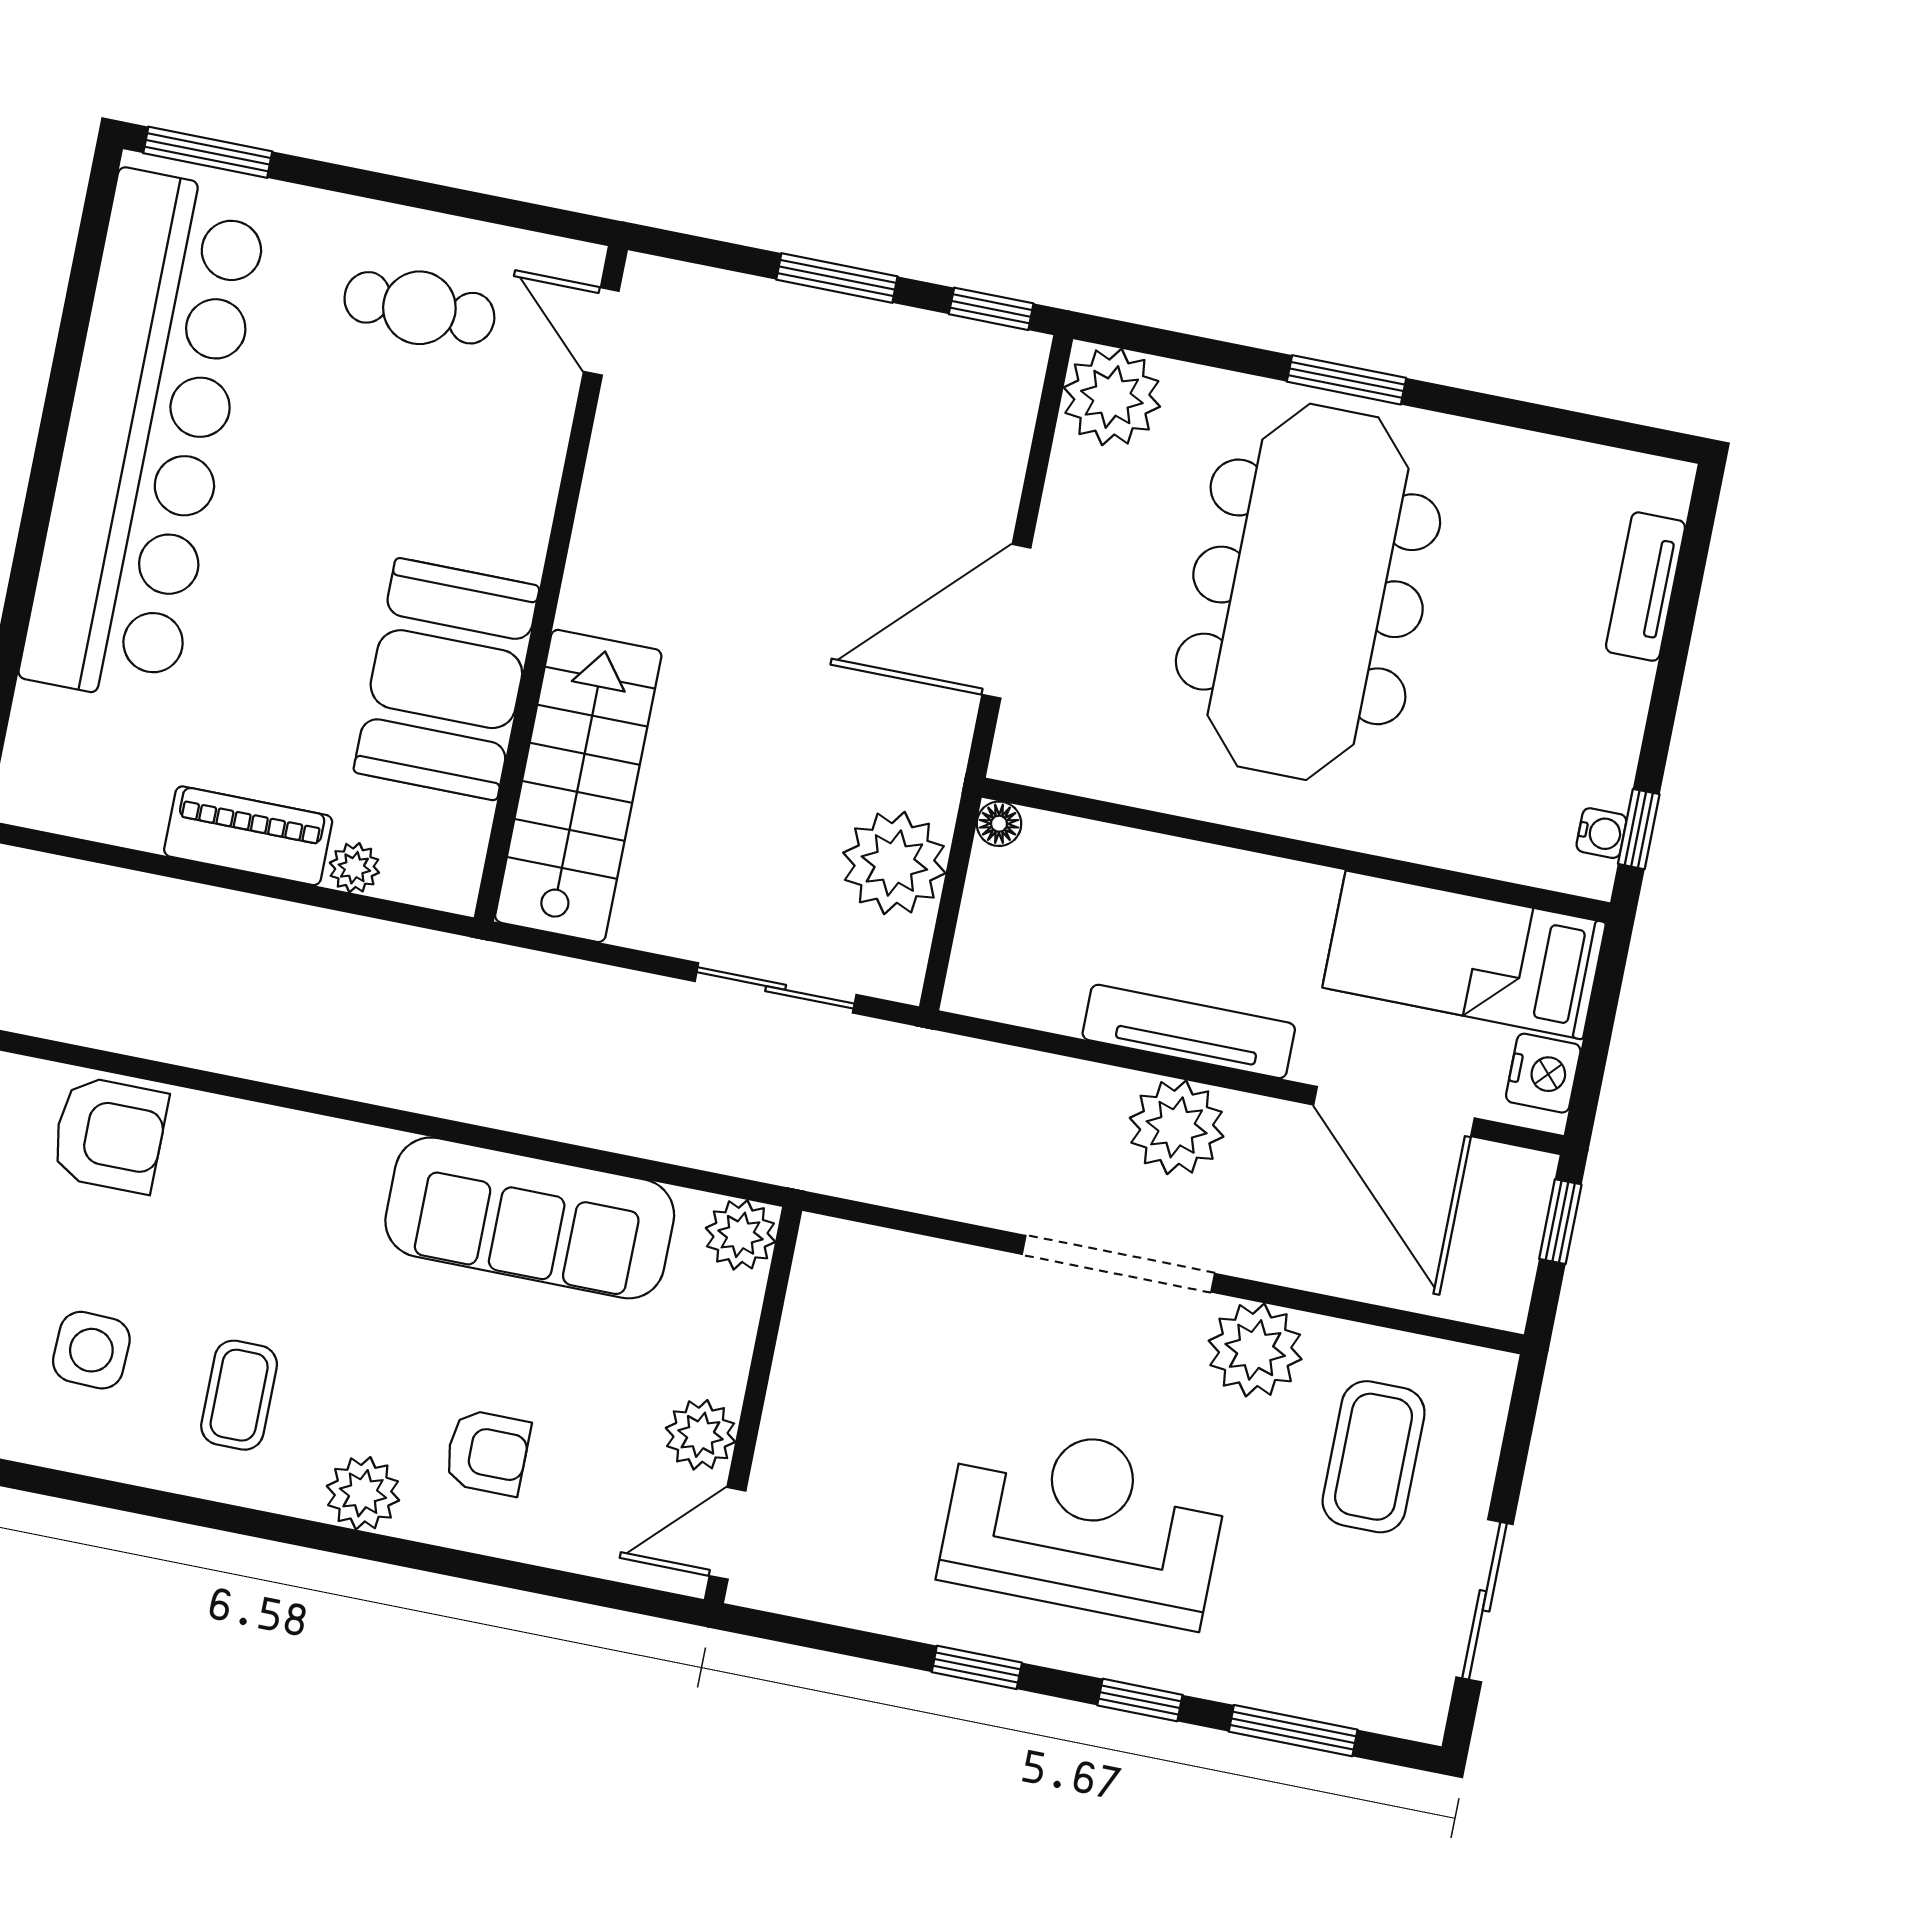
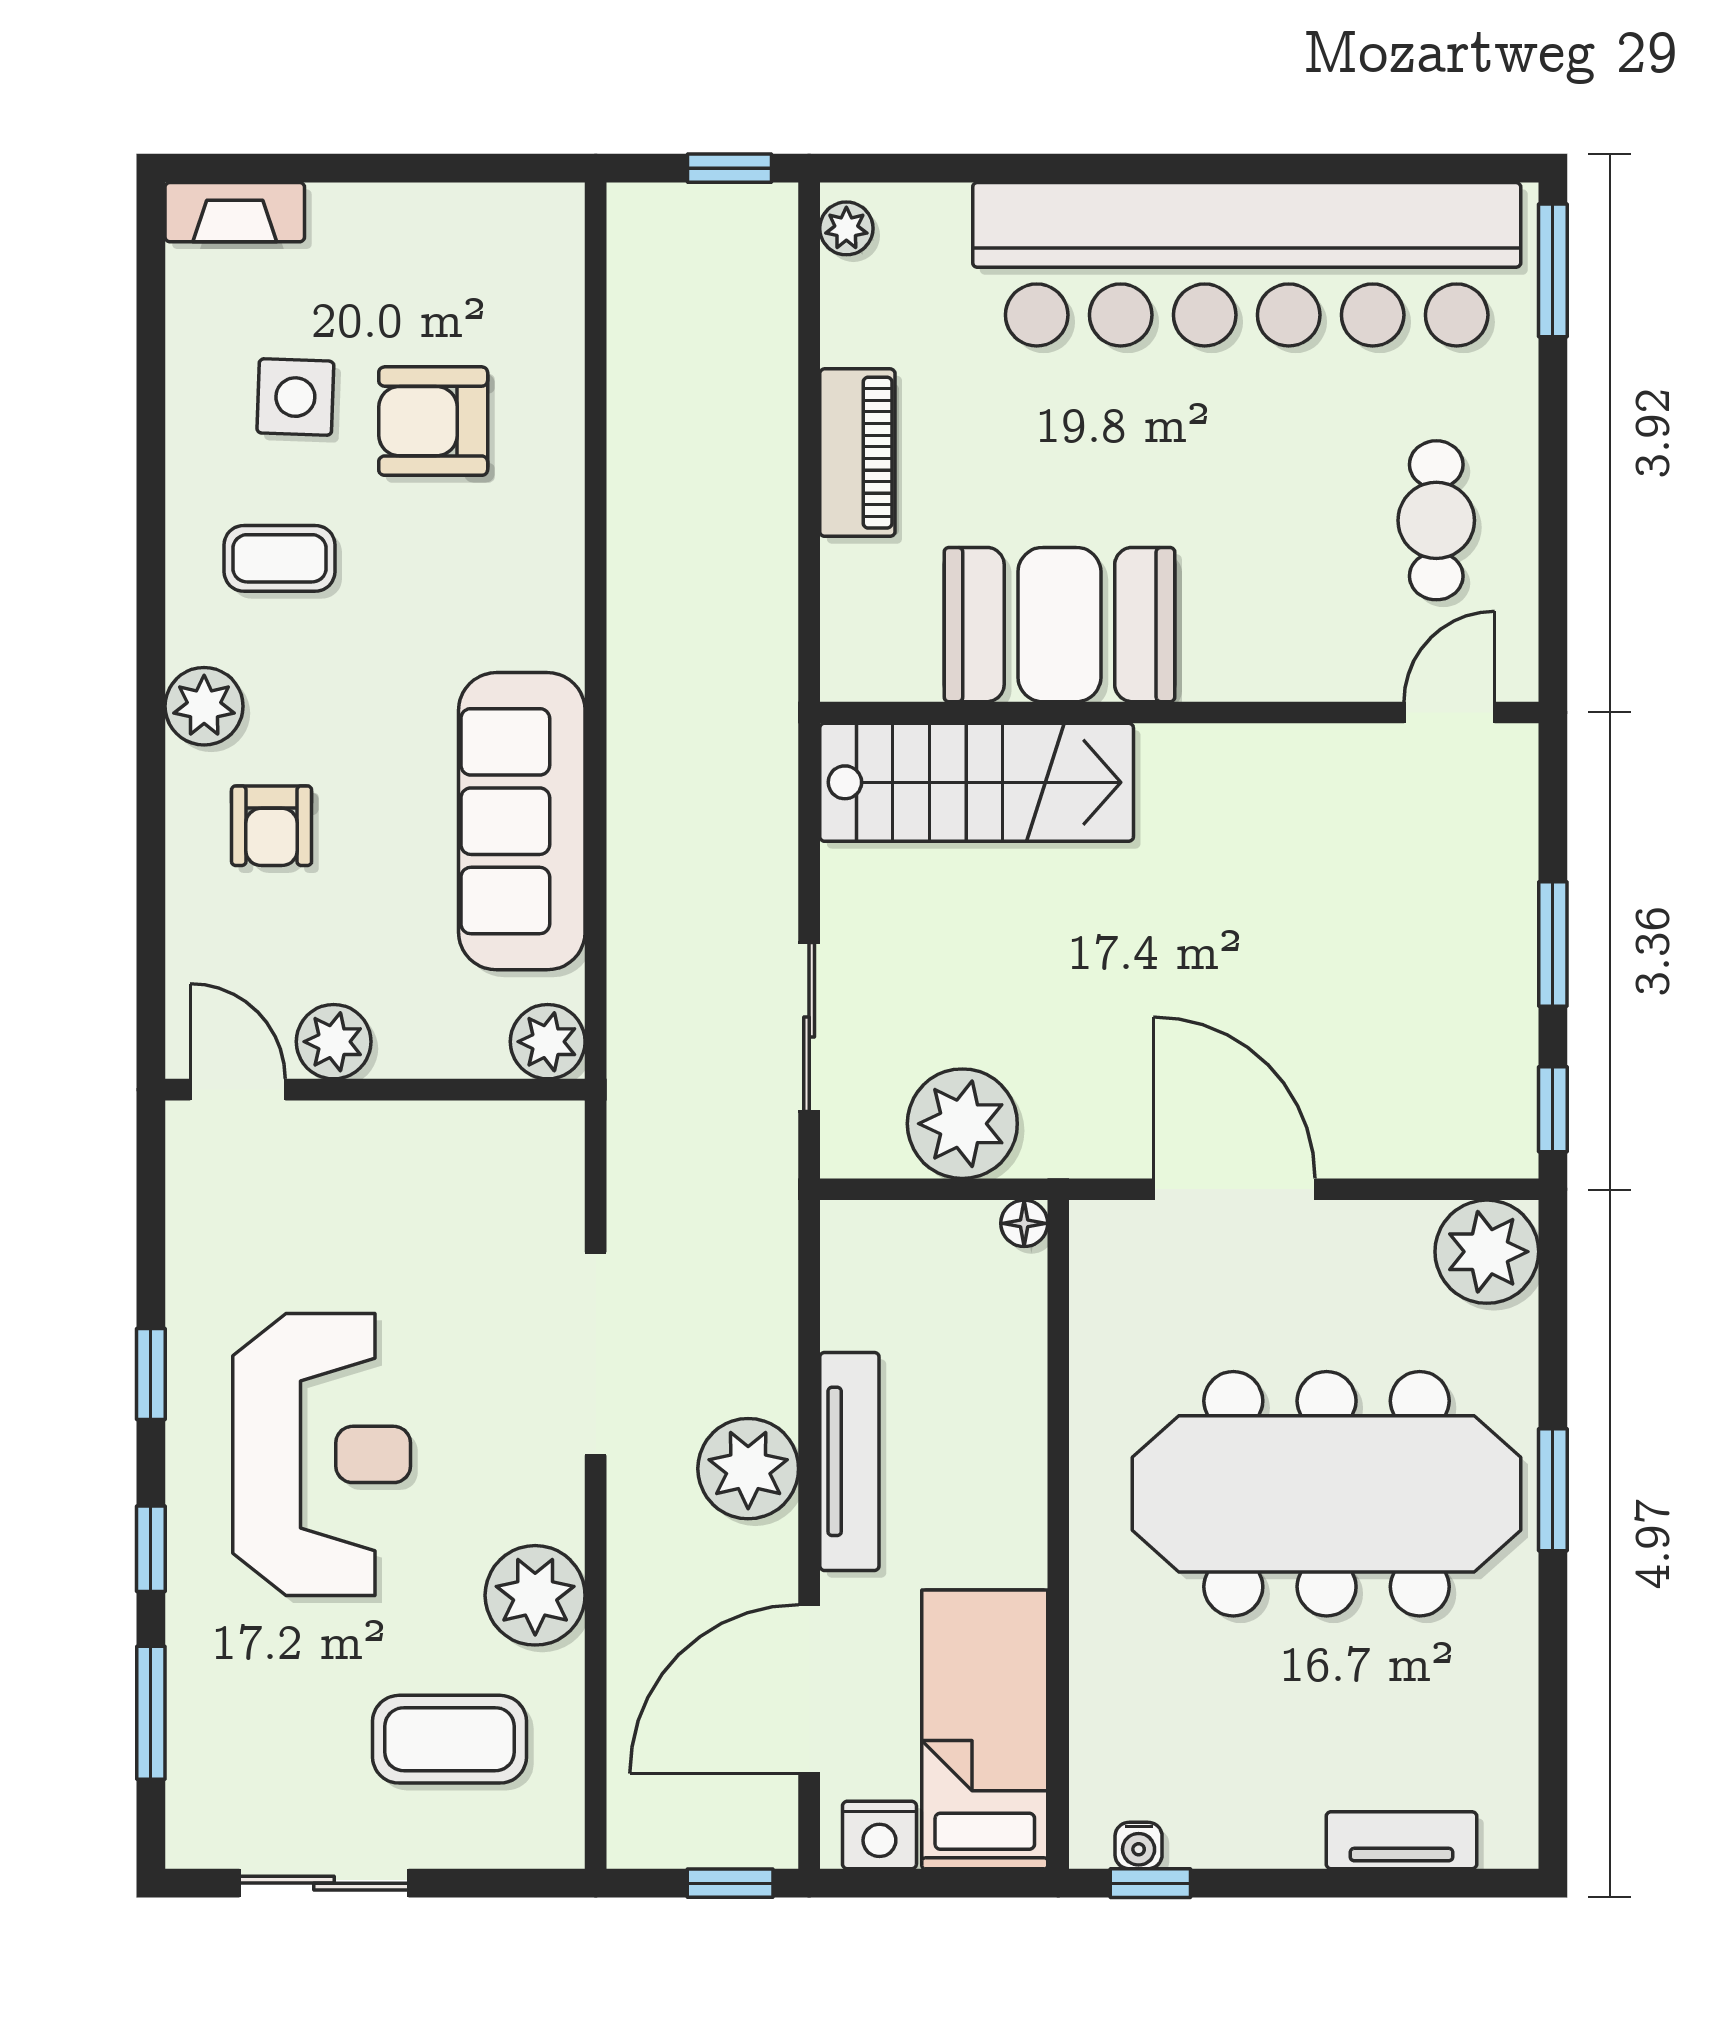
plant: (354, 868) -> (846, 228), moved
armchair: (109, 1135) -> (433, 421), moved, turned 90
doorway: (1118, 1264) -> (596, 1354), moved

